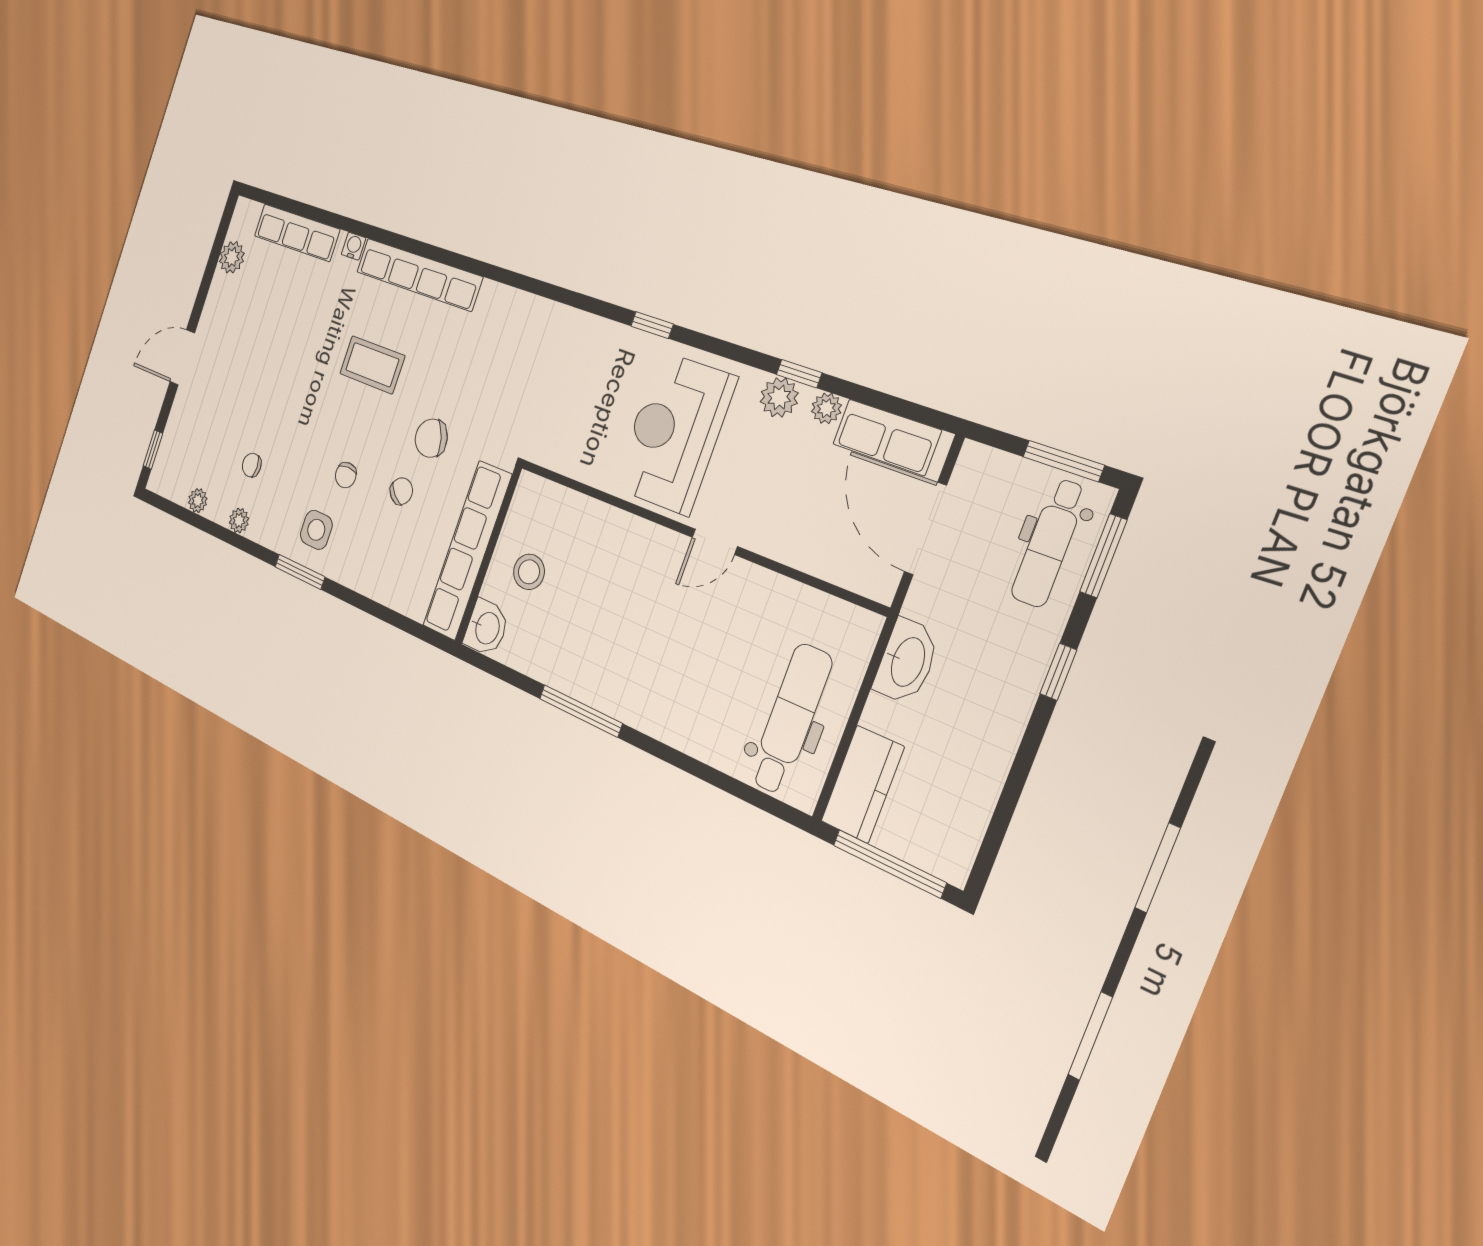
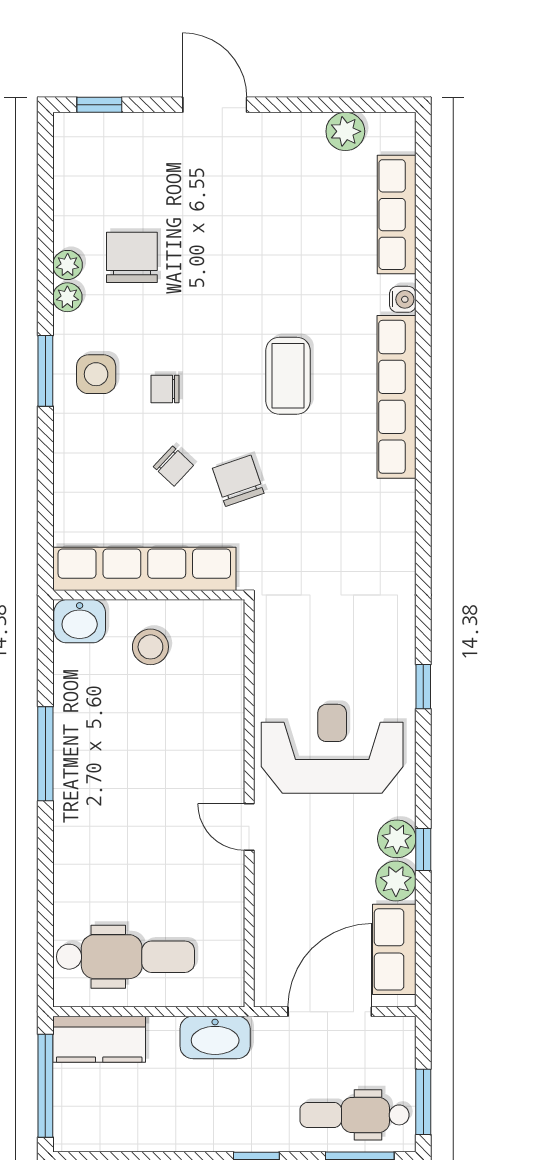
plant: (826, 408) -> (396, 881), width x1.38, depth x1.38
chair: (252, 465) -> (132, 257), width x1.87, depth x1.87
plant: (198, 501) -> (67, 297), moved

